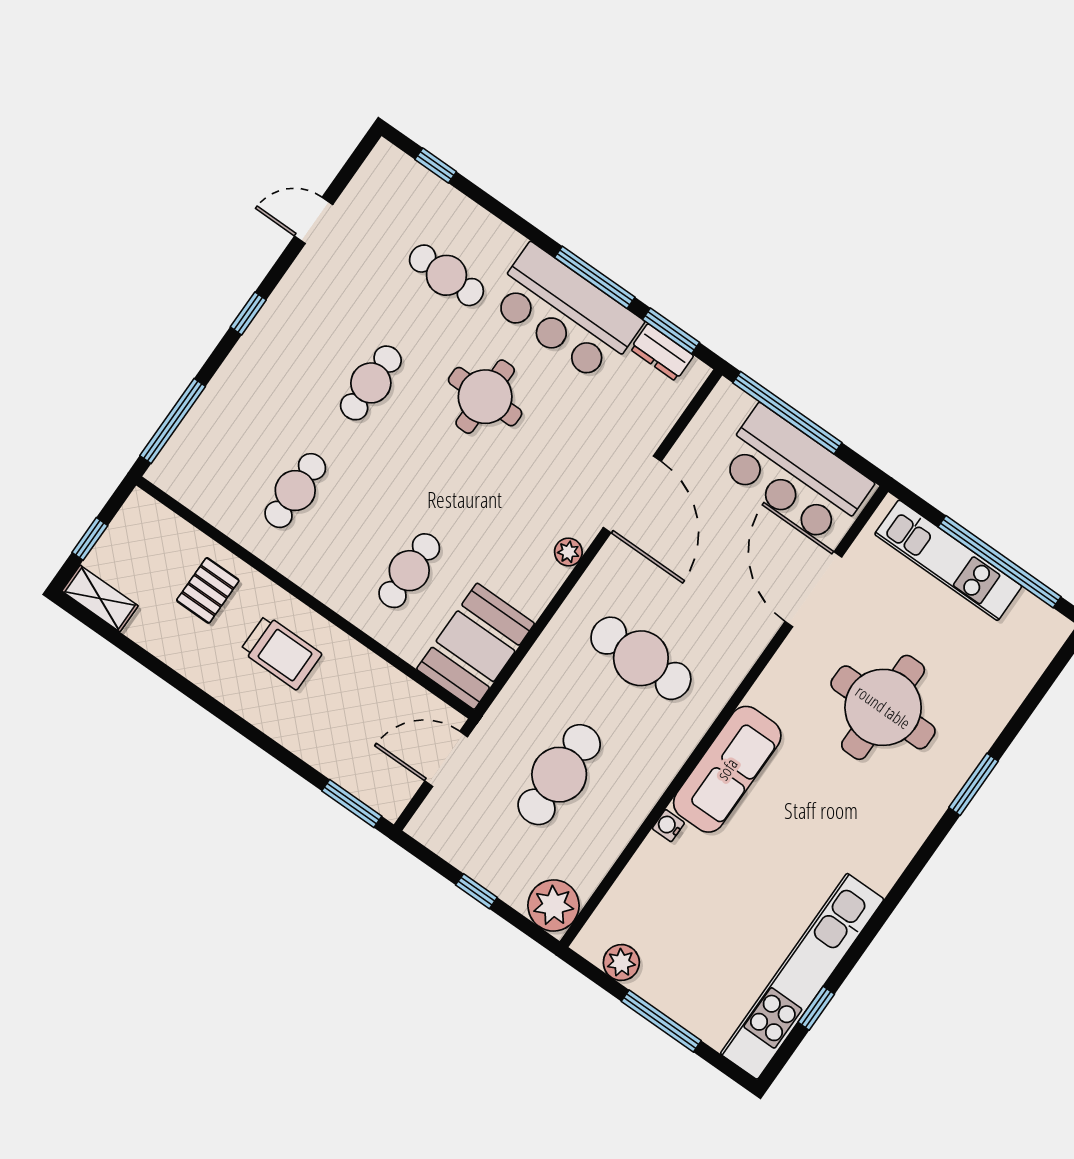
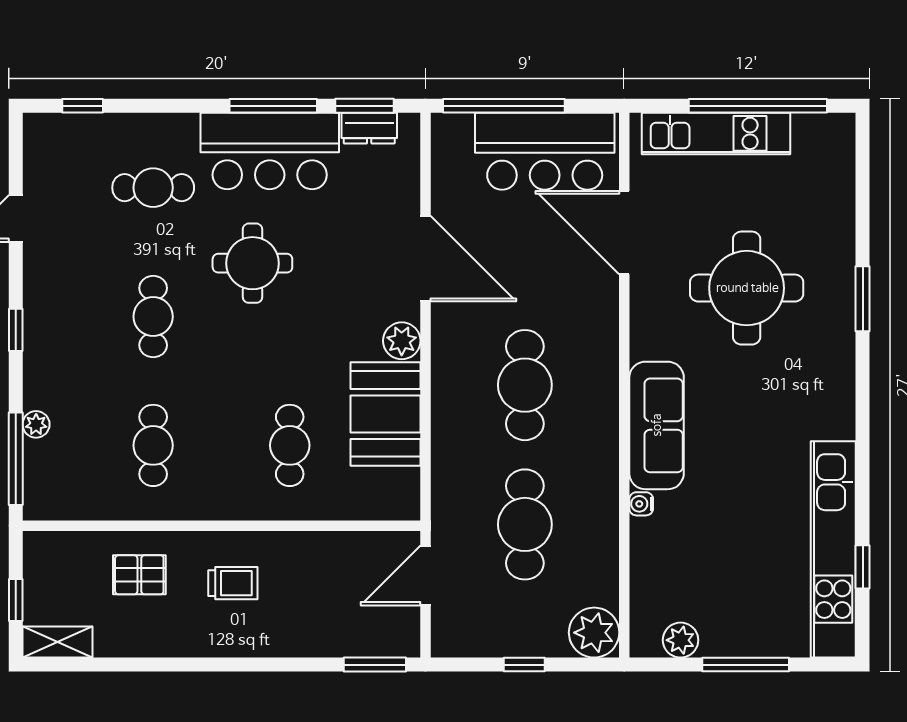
plant: (210, 404) -> (36, 424), added
plant: (568, 552) -> (402, 341), width x1.38, depth x1.38
pallet: (208, 590) -> (139, 575), turned 90
booth: (476, 646) -> (385, 414), moved
trolley: (281, 652) -> (233, 583), width x0.73, depth x0.72
cafe table: (641, 658) -> (525, 385), turned 90

